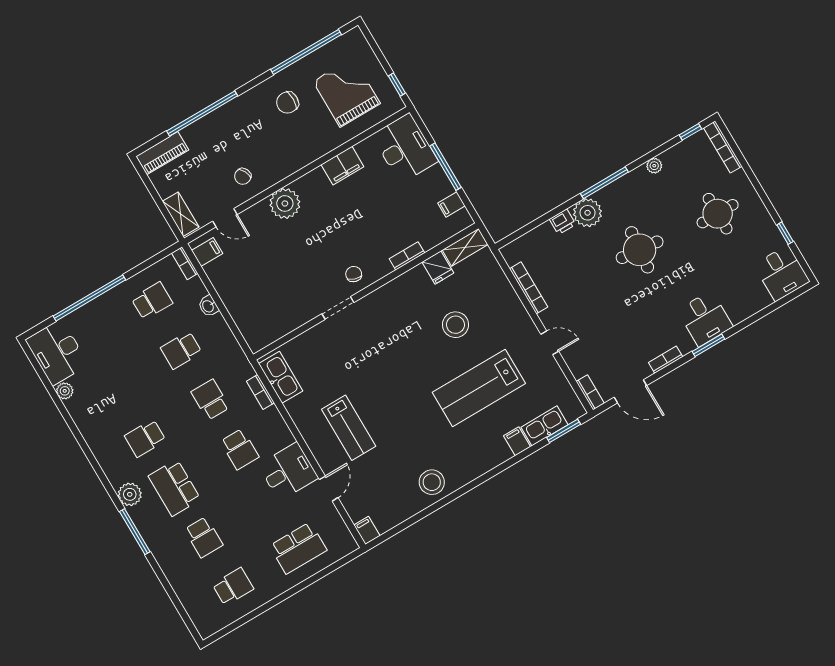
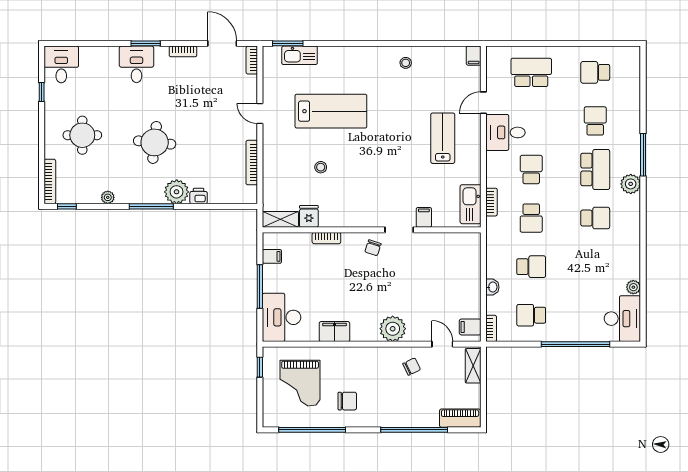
stool: (455, 325) -> (321, 167), width x0.53, depth x0.53
filing cabinet: (517, 441) -> (424, 217), moved, turned 180
stool: (432, 482) -> (406, 63), width x0.53, depth x0.53

